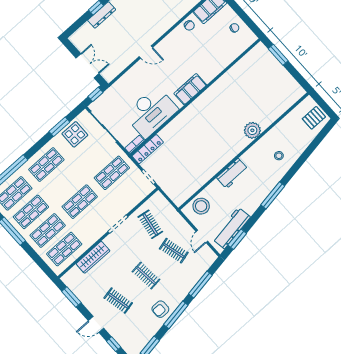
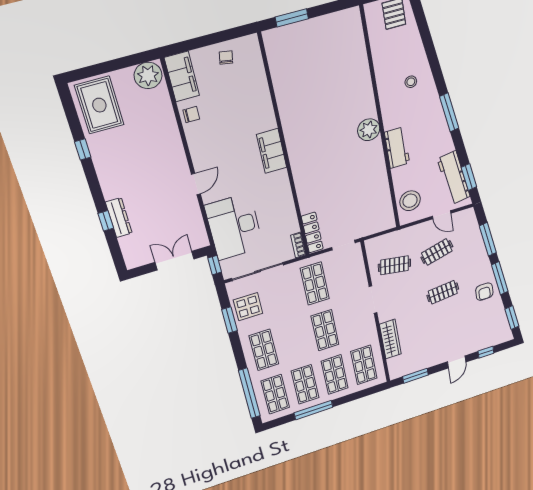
desk: (151, 112) -> (234, 227), moved, turned 180
plant: (252, 130) -> (369, 130), moved
clothes rail: (118, 301) -> (449, 331), removed

